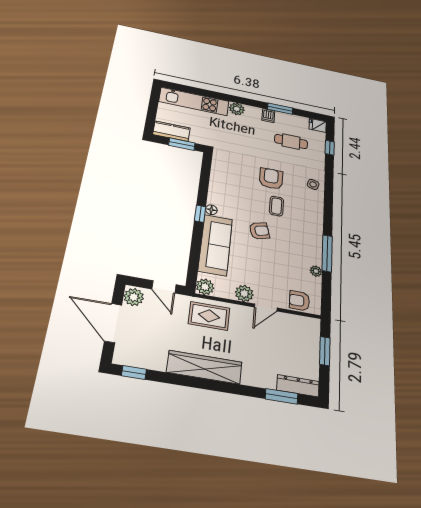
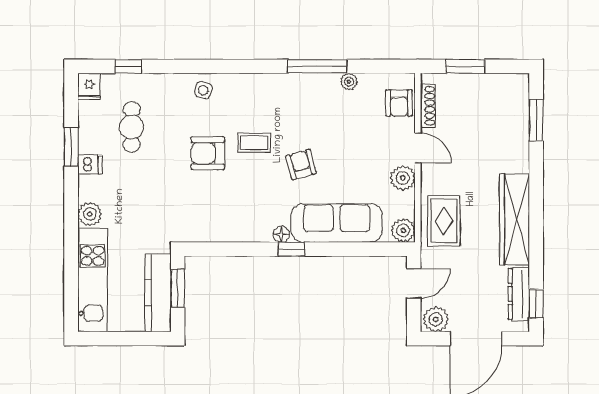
kitchen counter: (171, 131) -> (158, 293), width x1.50
shoe rack: (296, 320) -> (428, 106), added
dresser: (298, 386) -> (519, 294), moved

